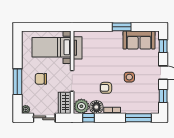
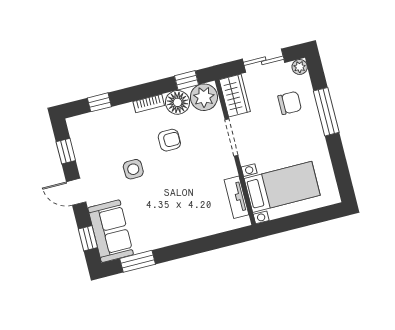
window: (122, 27) -> (138, 261), moved
sofa: (139, 40) -> (111, 231), moved, turned 90
chair: (41, 79) -> (290, 103), moved
window: (138, 118) -> (99, 102), width x0.46

